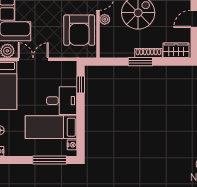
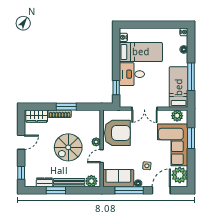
armchair: (79, 30) -> (117, 133), turned 90
double door: (33, 59) -> (144, 109), moved
window: (50, 160) -> (142, 25), removed

